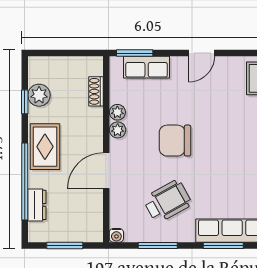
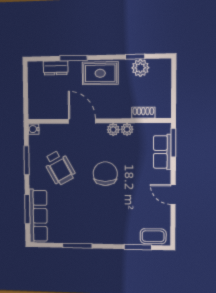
window: (25, 181) -> (73, 58), width x0.47
window: (65, 245) -> (26, 90), removed

